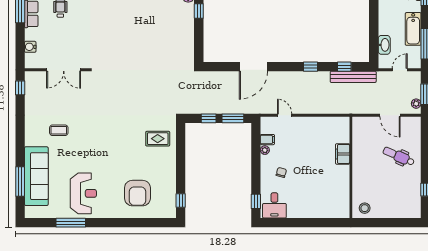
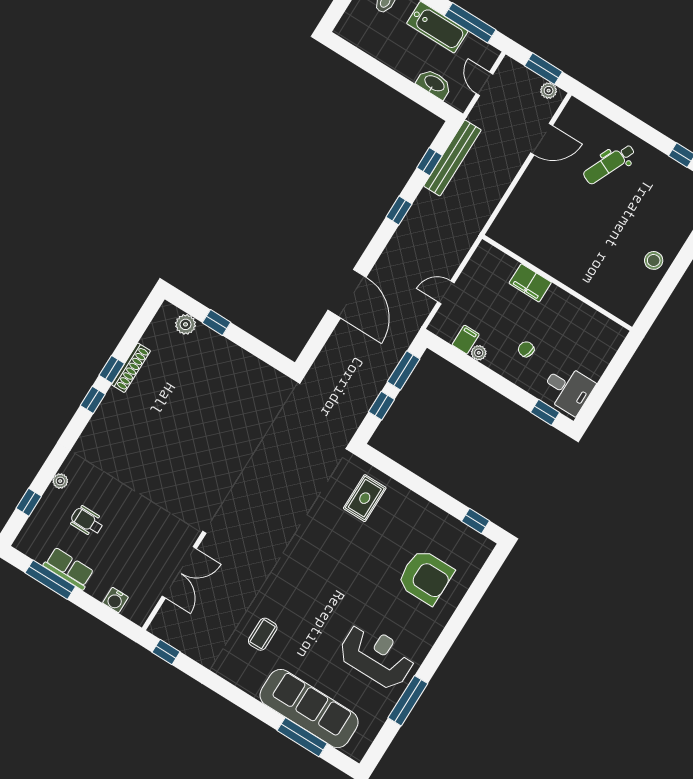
filing cabinet: (343, 154) -> (530, 283), moved
wall: (351, 167) -> (557, 283), moved

